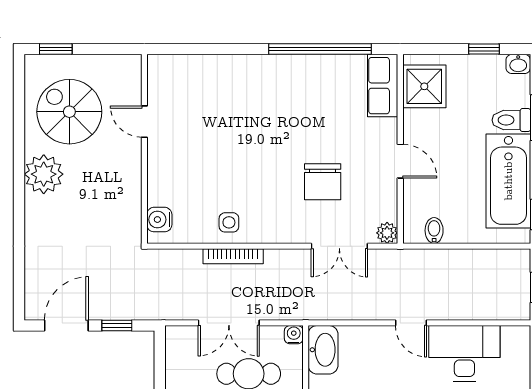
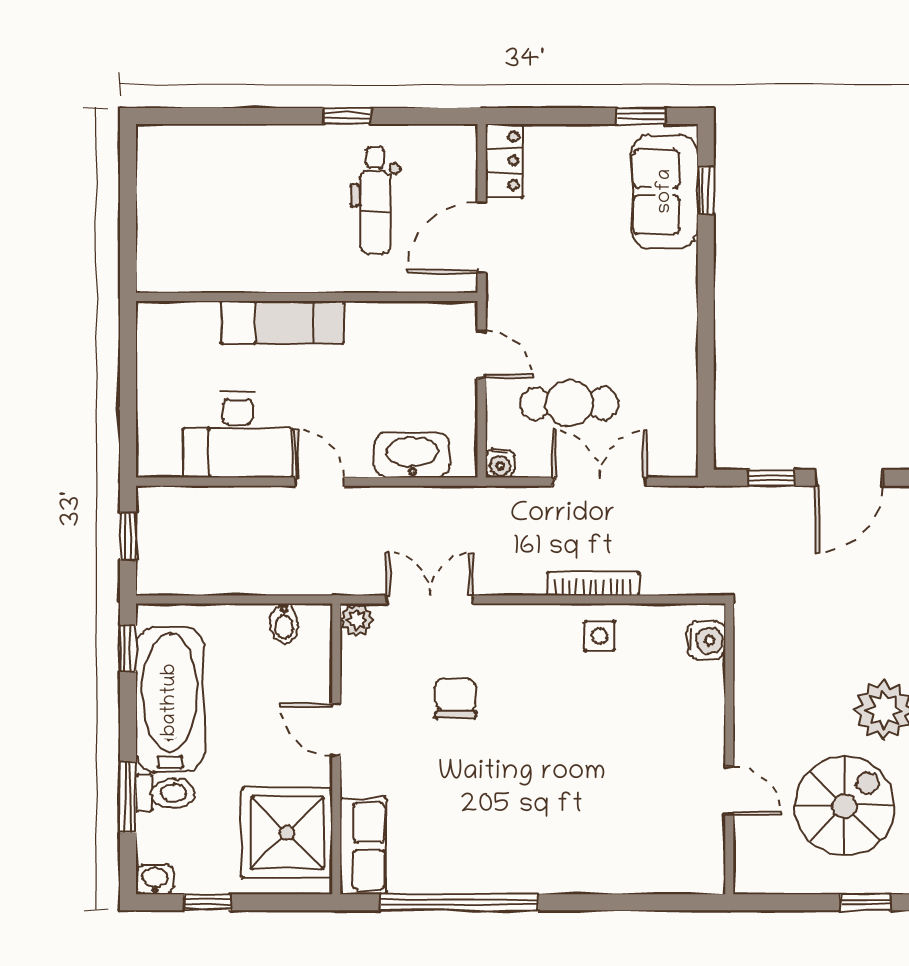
shower: (424, 86) -> (287, 833), width x1.37, depth x1.37
spiral stairs: (69, 112) -> (845, 806), turned -90
chair: (323, 182) -> (456, 698), width x0.73, depth x0.73
washbasin: (323, 350) -> (412, 455), moved, turned 90

